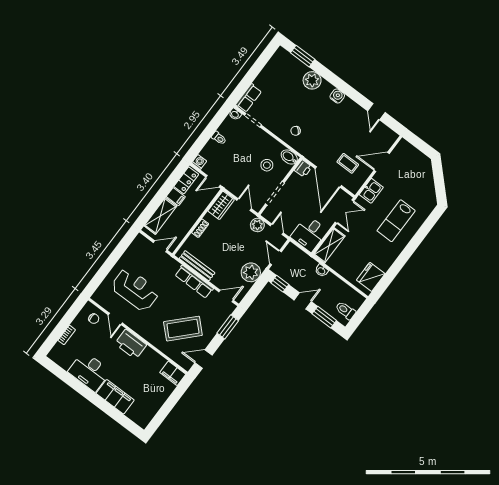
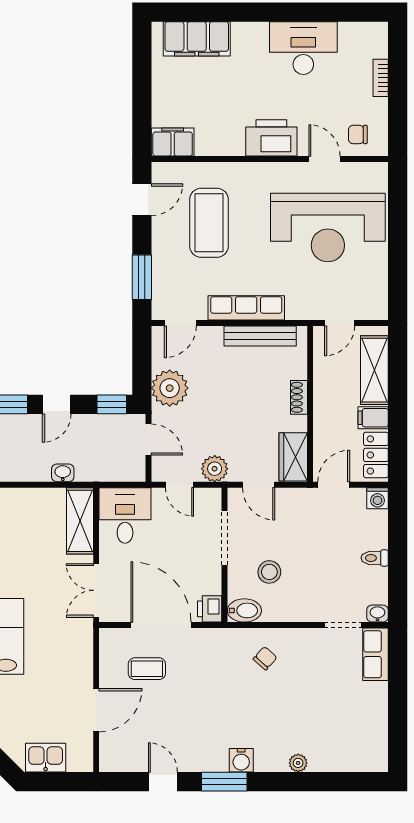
window: (303, 56) -> (224, 782), moved
plant: (312, 80) -> (298, 763), width x0.53, depth x0.53
kitchen sink: (371, 191) -> (46, 758), moved, turned 90
reception desk: (135, 290) -> (328, 228), width x1.36, depth x1.30
coffee table: (183, 329) -> (209, 223), turned -44
filing cabinet: (115, 397) -> (197, 39), moved

